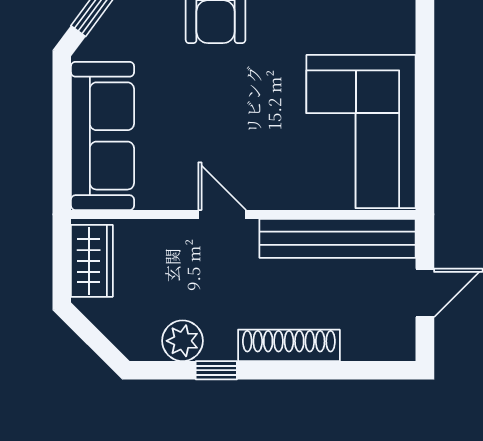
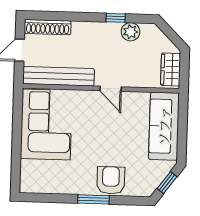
shoe rack: (289, 345) -> (48, 27), moved

